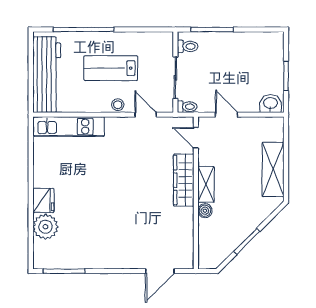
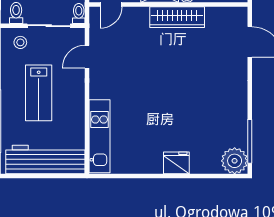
stool: (118, 105) -> (20, 42), moved
wardrobe: (184, 180) -> (177, 17), moved
plant: (45, 227) -> (235, 161), moved

